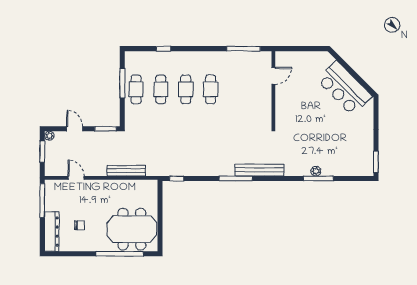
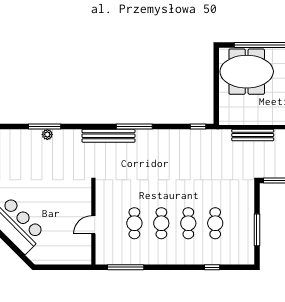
door: (273, 76) -> (93, 225), moved
cafe table: (136, 89) -> (134, 223), moved

